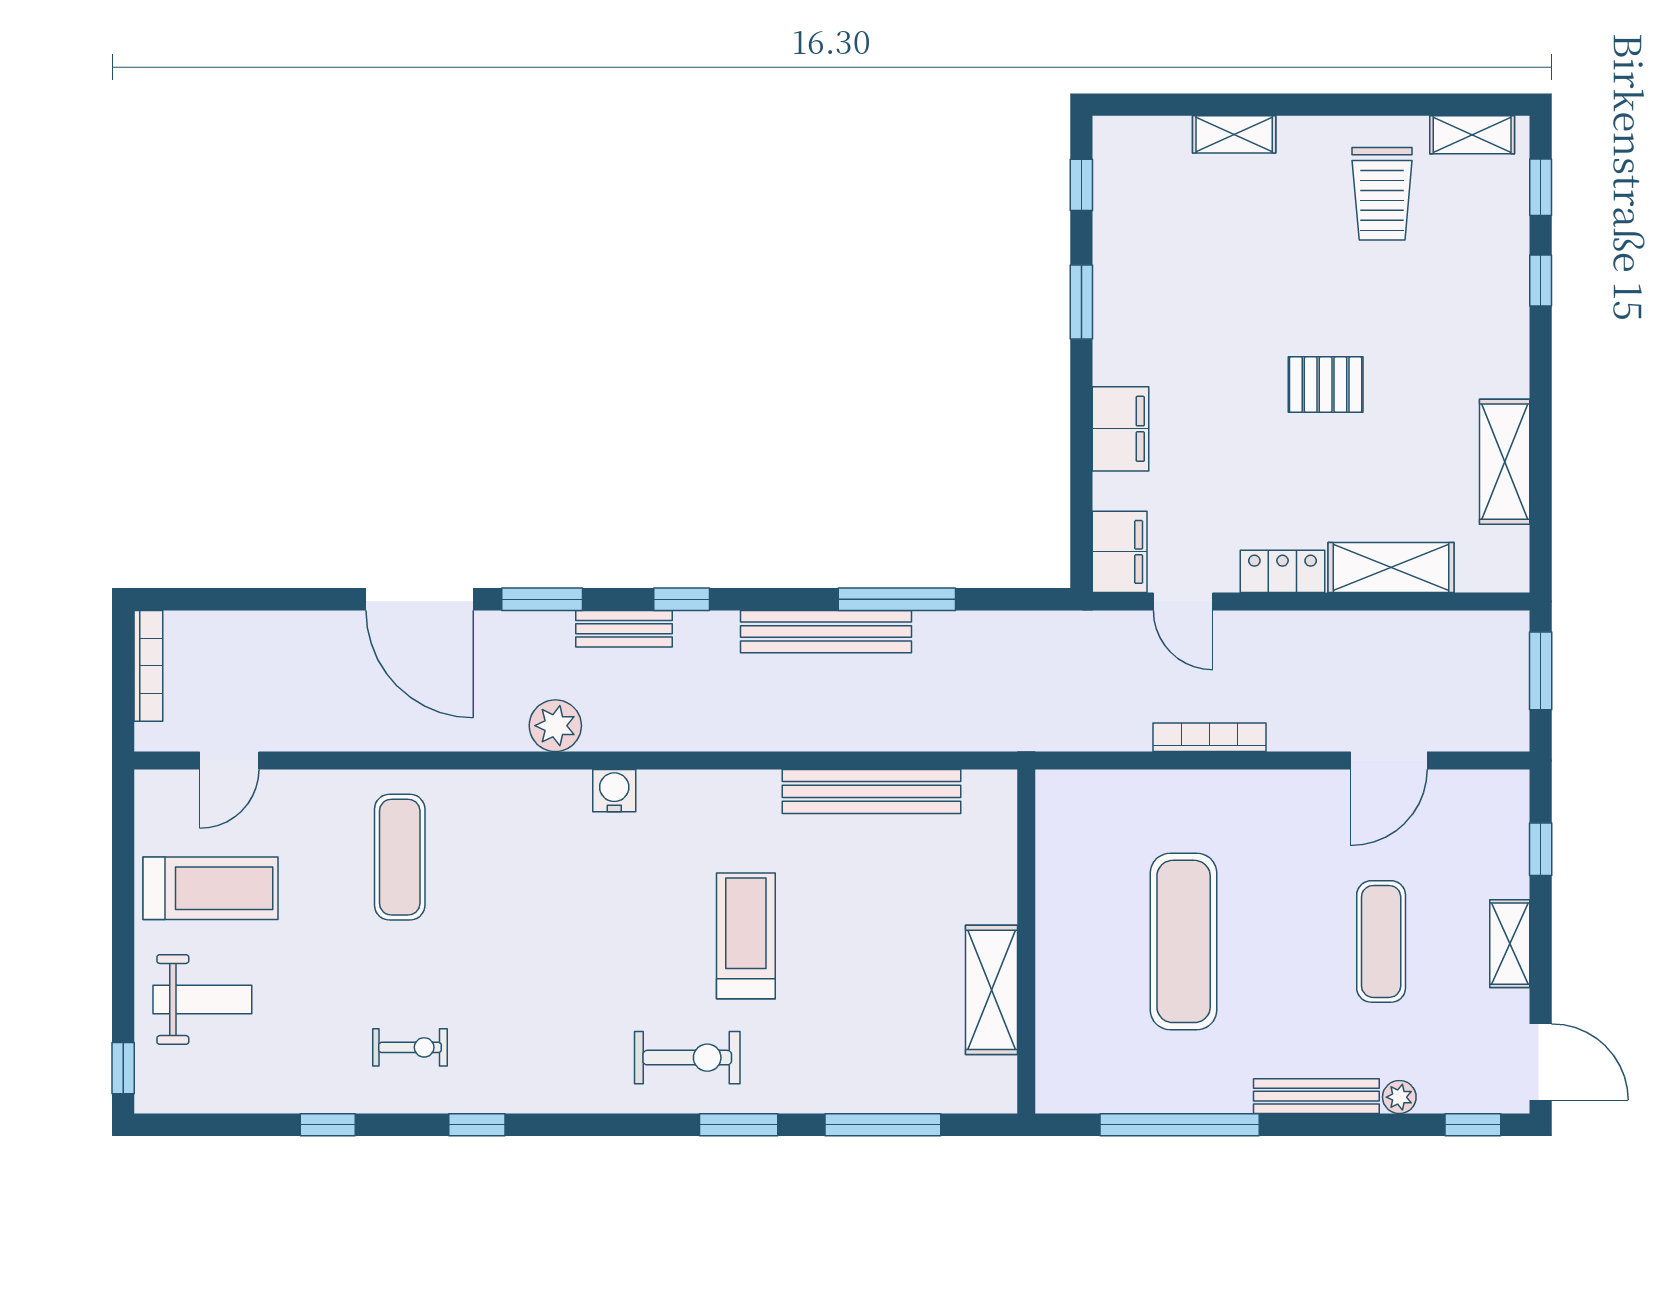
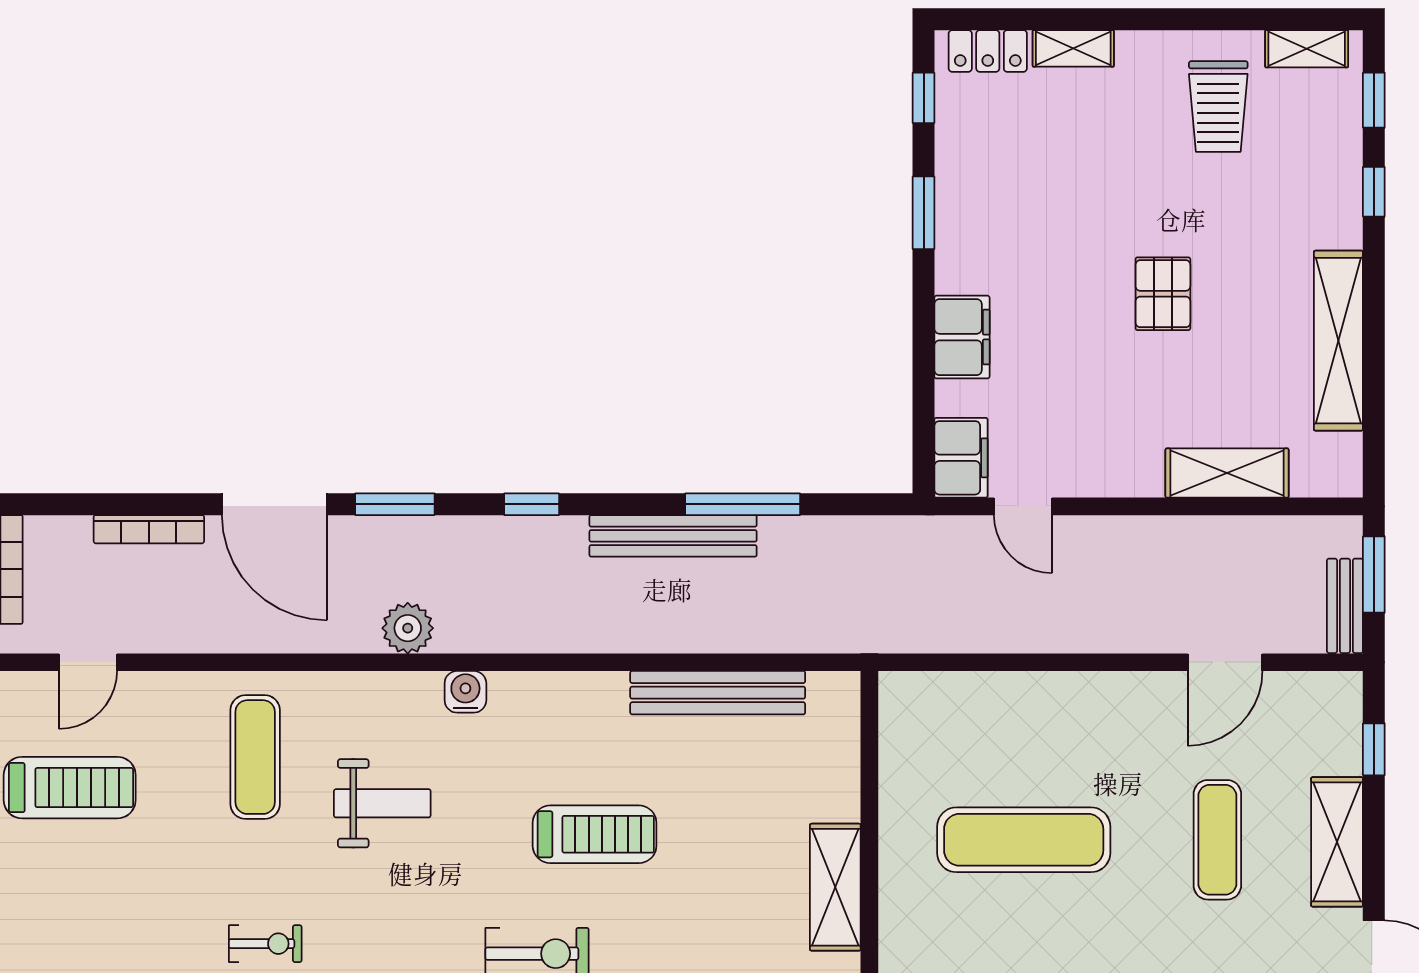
pallet: (1326, 385) -> (1163, 294), turned 90
shelving: (1505, 462) -> (1338, 341), width x1.47
locker: (1282, 571) -> (988, 51), moved, turned 180
bench: (624, 629) -> (1345, 606), moved, turned 90
bookcase: (1209, 737) -> (149, 529), moved, turned 180
treadmill: (746, 936) -> (595, 834), turned 90
exercise mat: (1184, 941) -> (1024, 840), turned 90
shelving: (1510, 944) -> (1337, 842), width x1.50, depth x1.33
weight bench: (202, 1000) -> (382, 803), moved

